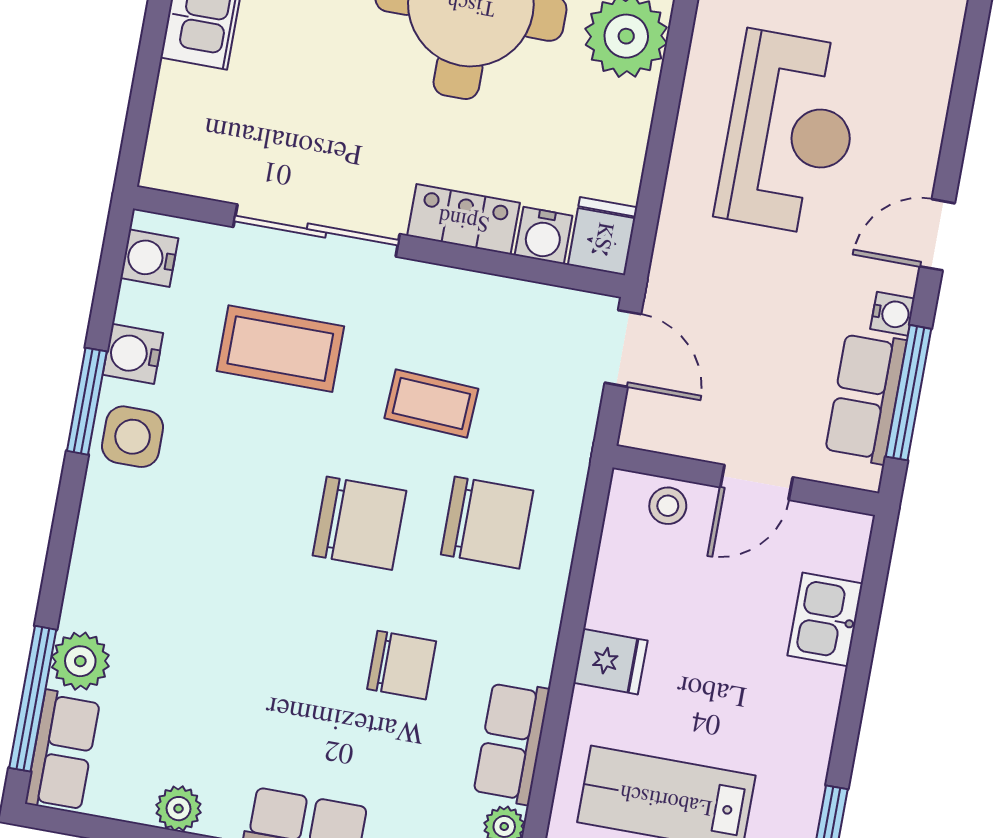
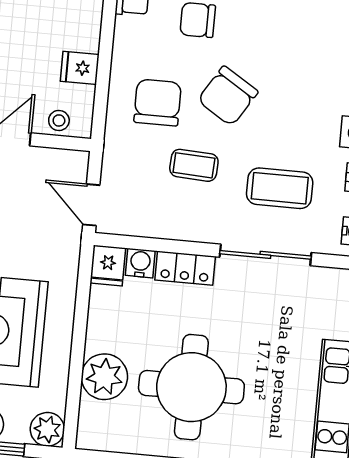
chair: (359, 523) -> (228, 96), turned -58
chair: (487, 523) -> (158, 103), turned 90
fridge: (610, 662) -> (80, 68), moved

